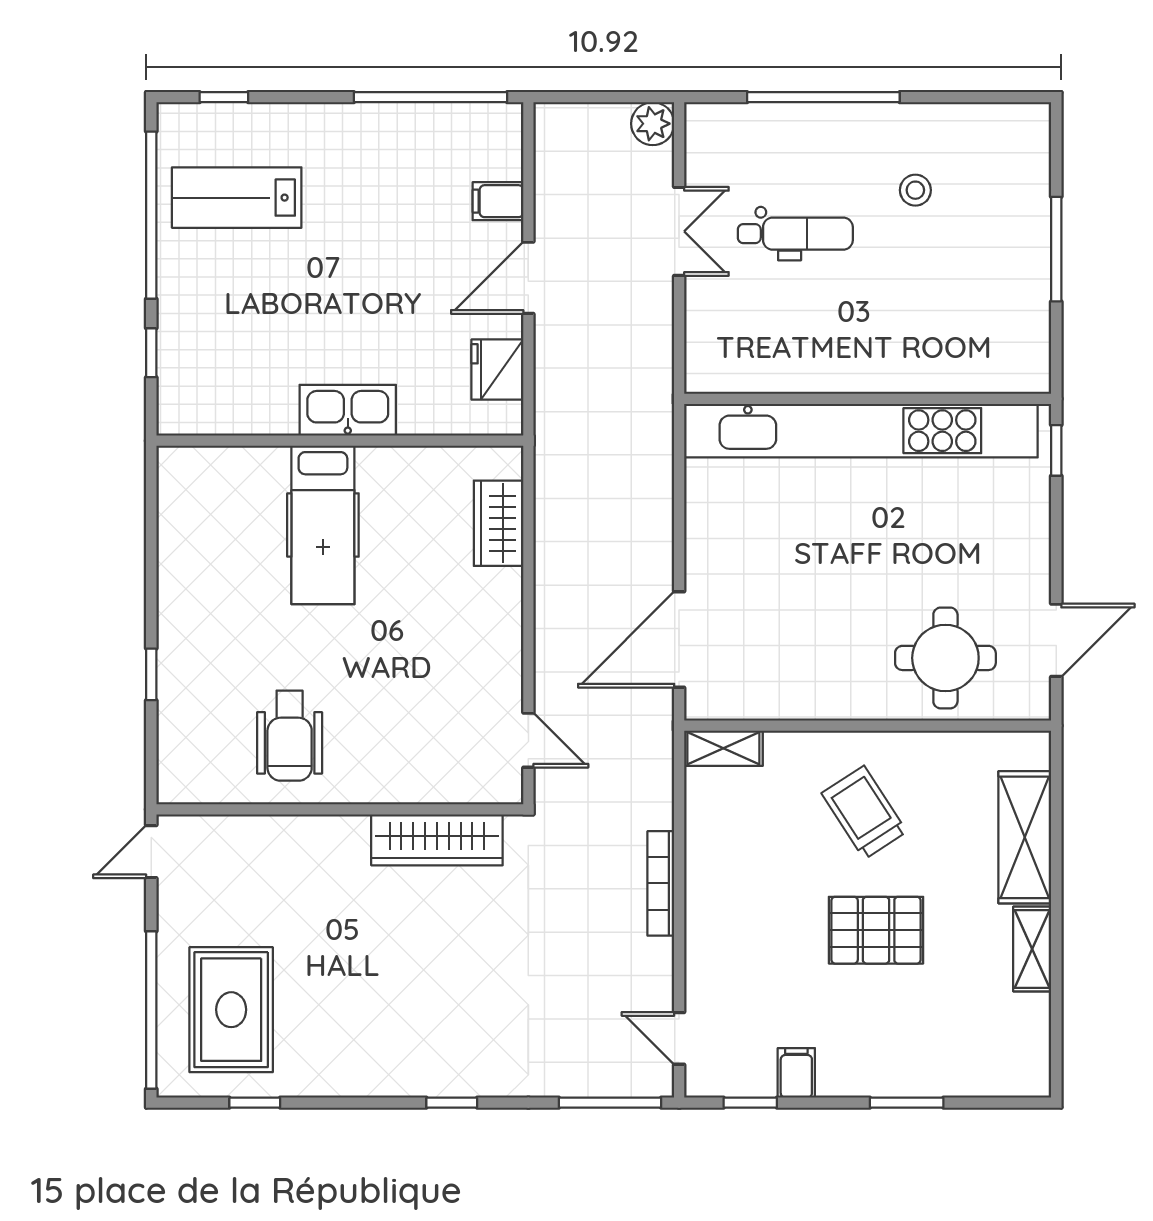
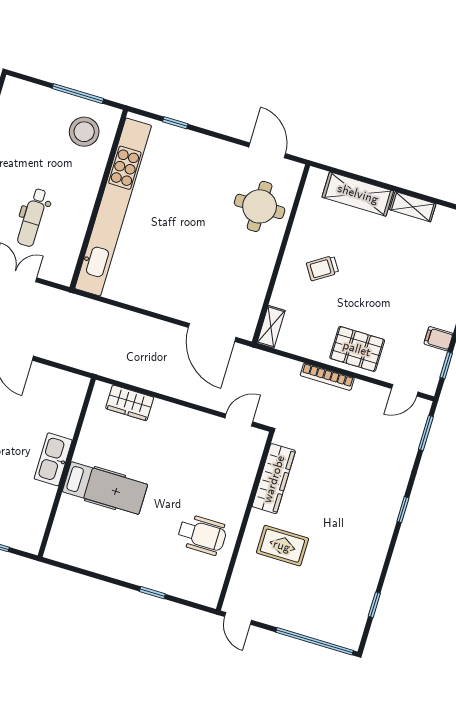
stool: (915, 190) -> (84, 132), moved, width x1.89, depth x1.89
dental chair: (795, 234) -> (33, 217), turned 180
fridge: (497, 370) -> (55, 381), removed
wall: (868, 399) -> (99, 199), moved
kitchen unit: (861, 431) -> (113, 207), moved
trolley: (864, 812) -> (322, 268), width x0.73, depth x0.72
pallet: (876, 930) -> (357, 349), moved, turned 90
rug: (231, 1010) -> (282, 546), moved, width x0.73, depth x0.70
window: (610, 1103) -> (426, 433), width x0.69

